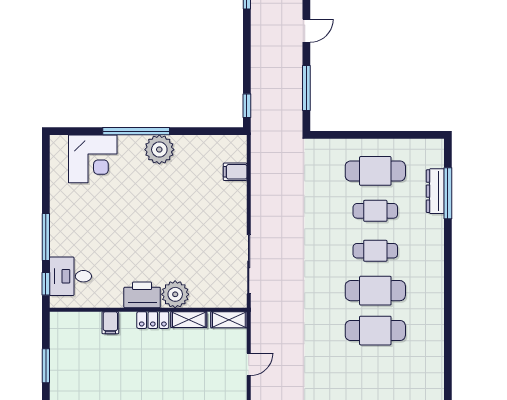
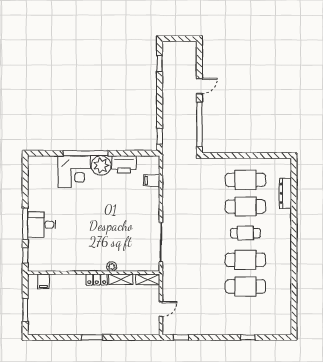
window: (306, 88) -> (199, 124), width x1.46
corner desk: (93, 159) -> (74, 172), moved
window: (448, 193) -> (294, 195), removed
cafe table: (375, 211) -> (245, 206), width x1.37, depth x1.35
desk: (70, 276) -> (42, 225), moved
plant: (175, 294) -> (112, 267), width x0.53, depth x0.53
printer: (142, 295) -> (124, 164), moved, turned 180
filing cabinet: (110, 323) -> (43, 281), moved

